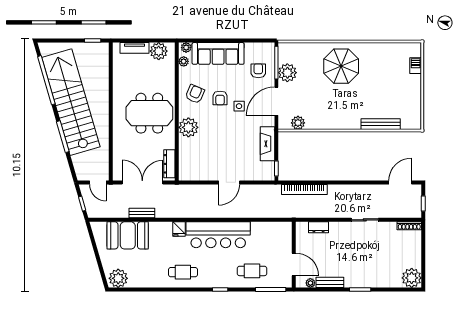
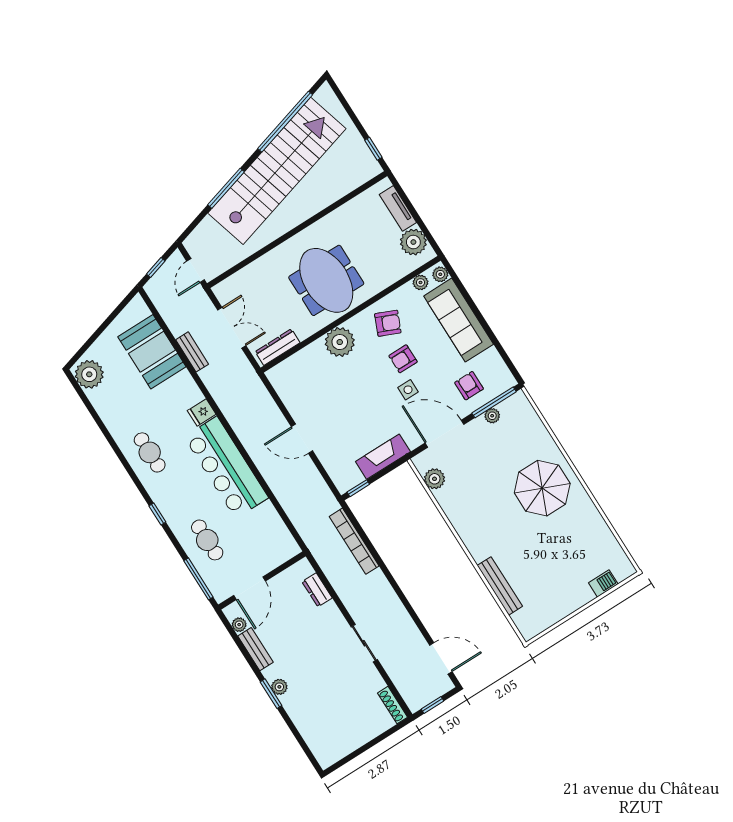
armchair: (258, 71) -> (469, 386), turned -90
plant: (287, 73) -> (492, 416), width x0.53, depth x0.53
double door: (142, 182) -> (232, 328), width x0.73
plant: (412, 278) -> (279, 687), moved, width x0.53, depth x0.53

